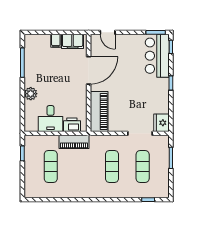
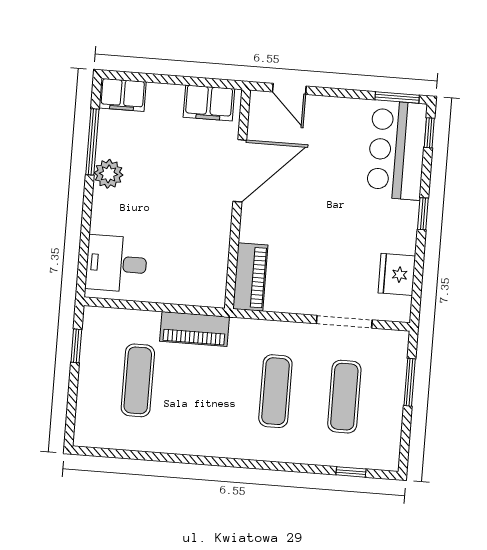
filing cabinet: (56, 41) -> (123, 95), moved, width x2.00
plant: (31, 94) -> (109, 174), moved
piano: (99, 111) -> (250, 277), width x0.73, depth x0.75
desk: (50, 119) -> (116, 264), moved, turned 90
fridge: (162, 123) -> (397, 274), moved
printer: (72, 125) -> (193, 290), removed

